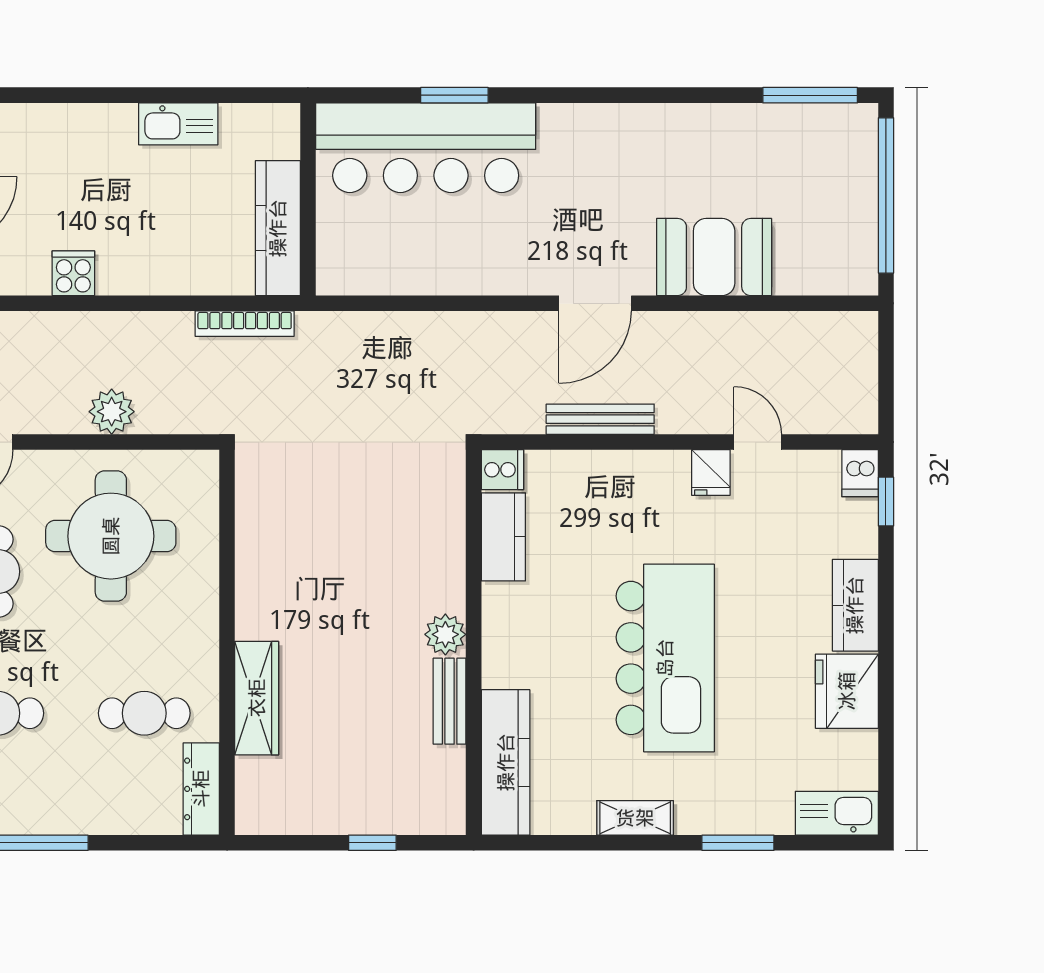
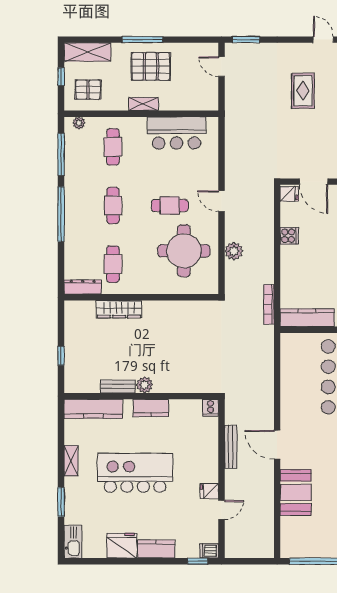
kitchen counter: (503, 537) -> (151, 408), moved
kitchen island: (665, 658) -> (135, 473), turned 180

